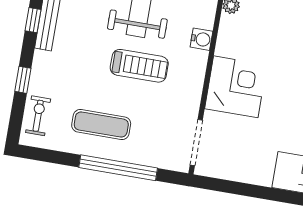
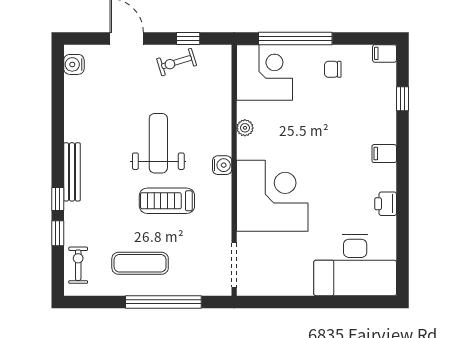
window: (33, 20) -> (58, 199), moved
treadmill: (139, 66) -> (167, 201), turned 180
corner desk: (236, 87) -> (272, 196), width x1.36, depth x1.36

